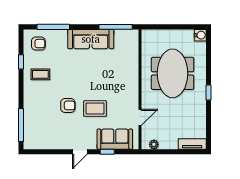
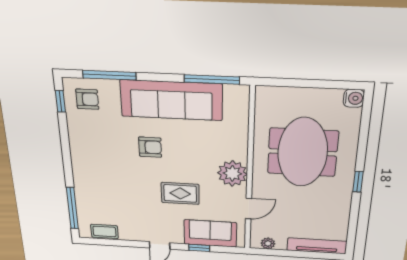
sofa: (91, 39) -> (171, 100), width x1.36, depth x1.27
window: (21, 62) -> (60, 101), moved
coffee table: (40, 74) -> (104, 231), moved
plant: (129, 91) -> (232, 173), added
armchair: (68, 105) -> (150, 147), moved
tv unit: (192, 144) -> (317, 246), width x1.41

